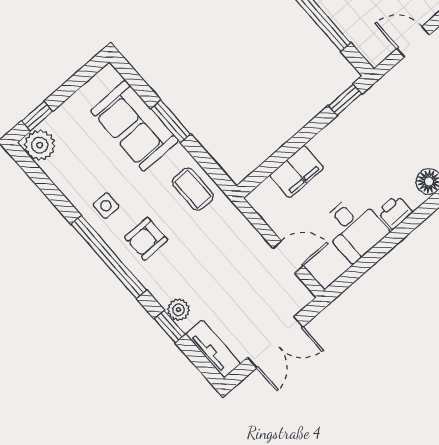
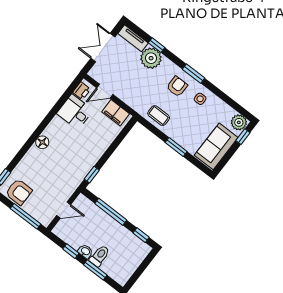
sofa: (134, 126) -> (216, 146), moved, turned -90
filing cabinet: (297, 172) -> (116, 113), moved, turned -90
printer: (395, 212) -> (82, 91), moved
window: (109, 257) -> (194, 74), width x0.47
plant: (178, 310) -> (151, 58), width x1.87, depth x1.87

